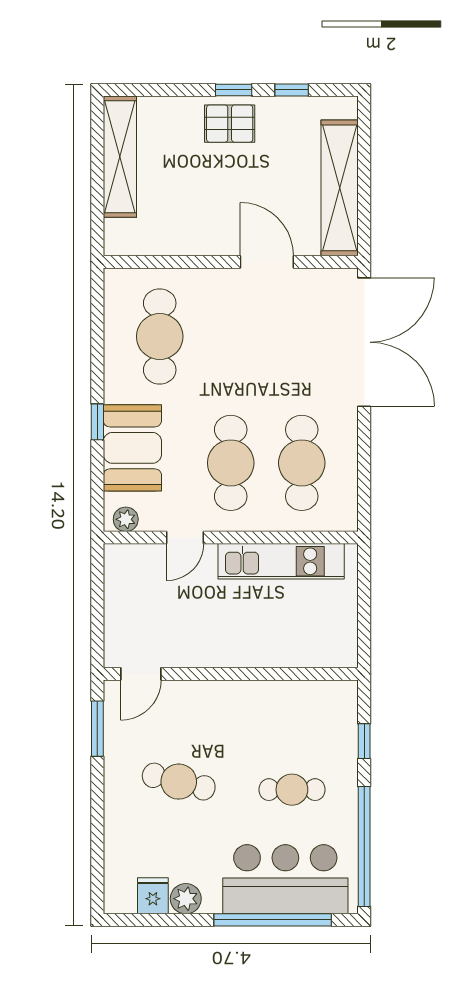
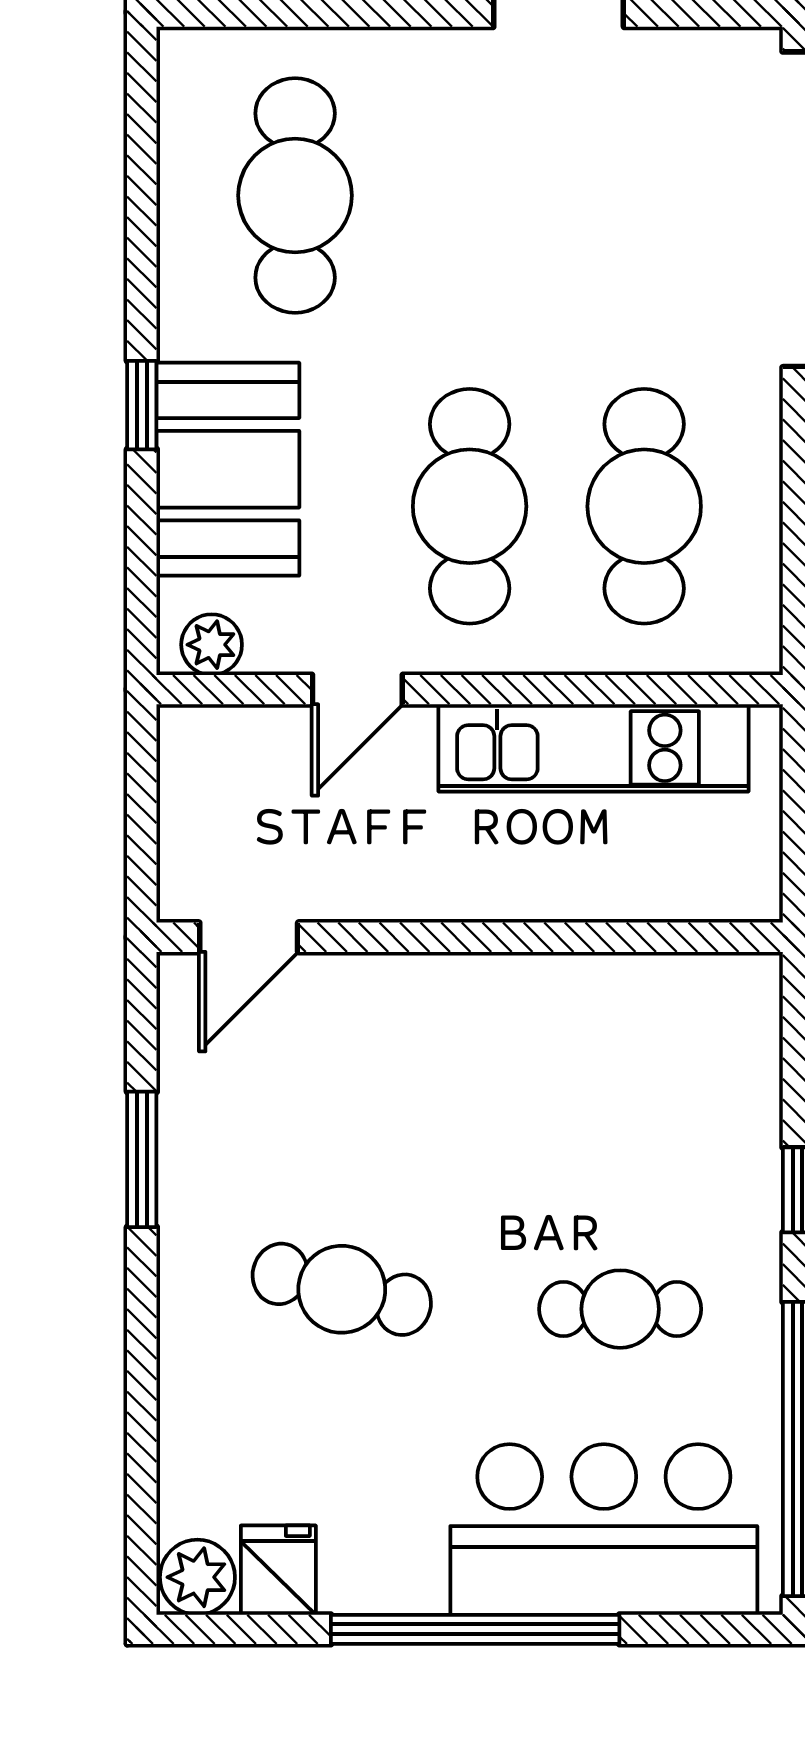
door: (141, 674) -> (249, 937), moved
wall: (231, 674) -> (470, 937), moved
plant: (186, 899) -> (197, 1577), moved
window: (273, 920) -> (475, 1629), moved

